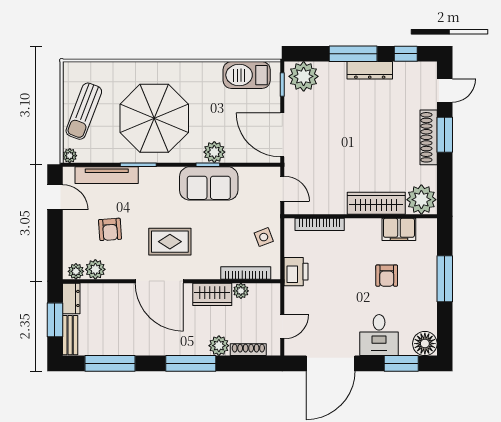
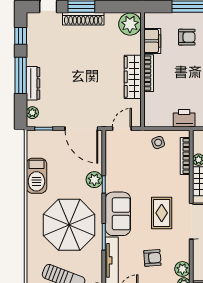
dresser: (370, 70) -> (33, 83), moved
barbecue: (247, 75) -> (36, 176), moved
plant: (304, 76) -> (32, 113), width x0.53, depth x0.53
door: (282, 135) -> (81, 129), hinge flipped
sofa: (209, 183) -> (118, 214), moved
wardrobe: (376, 203) -> (133, 77), moved
bookcase: (320, 224) -> (149, 73), moved
armchair: (387, 276) -> (187, 37), moved

